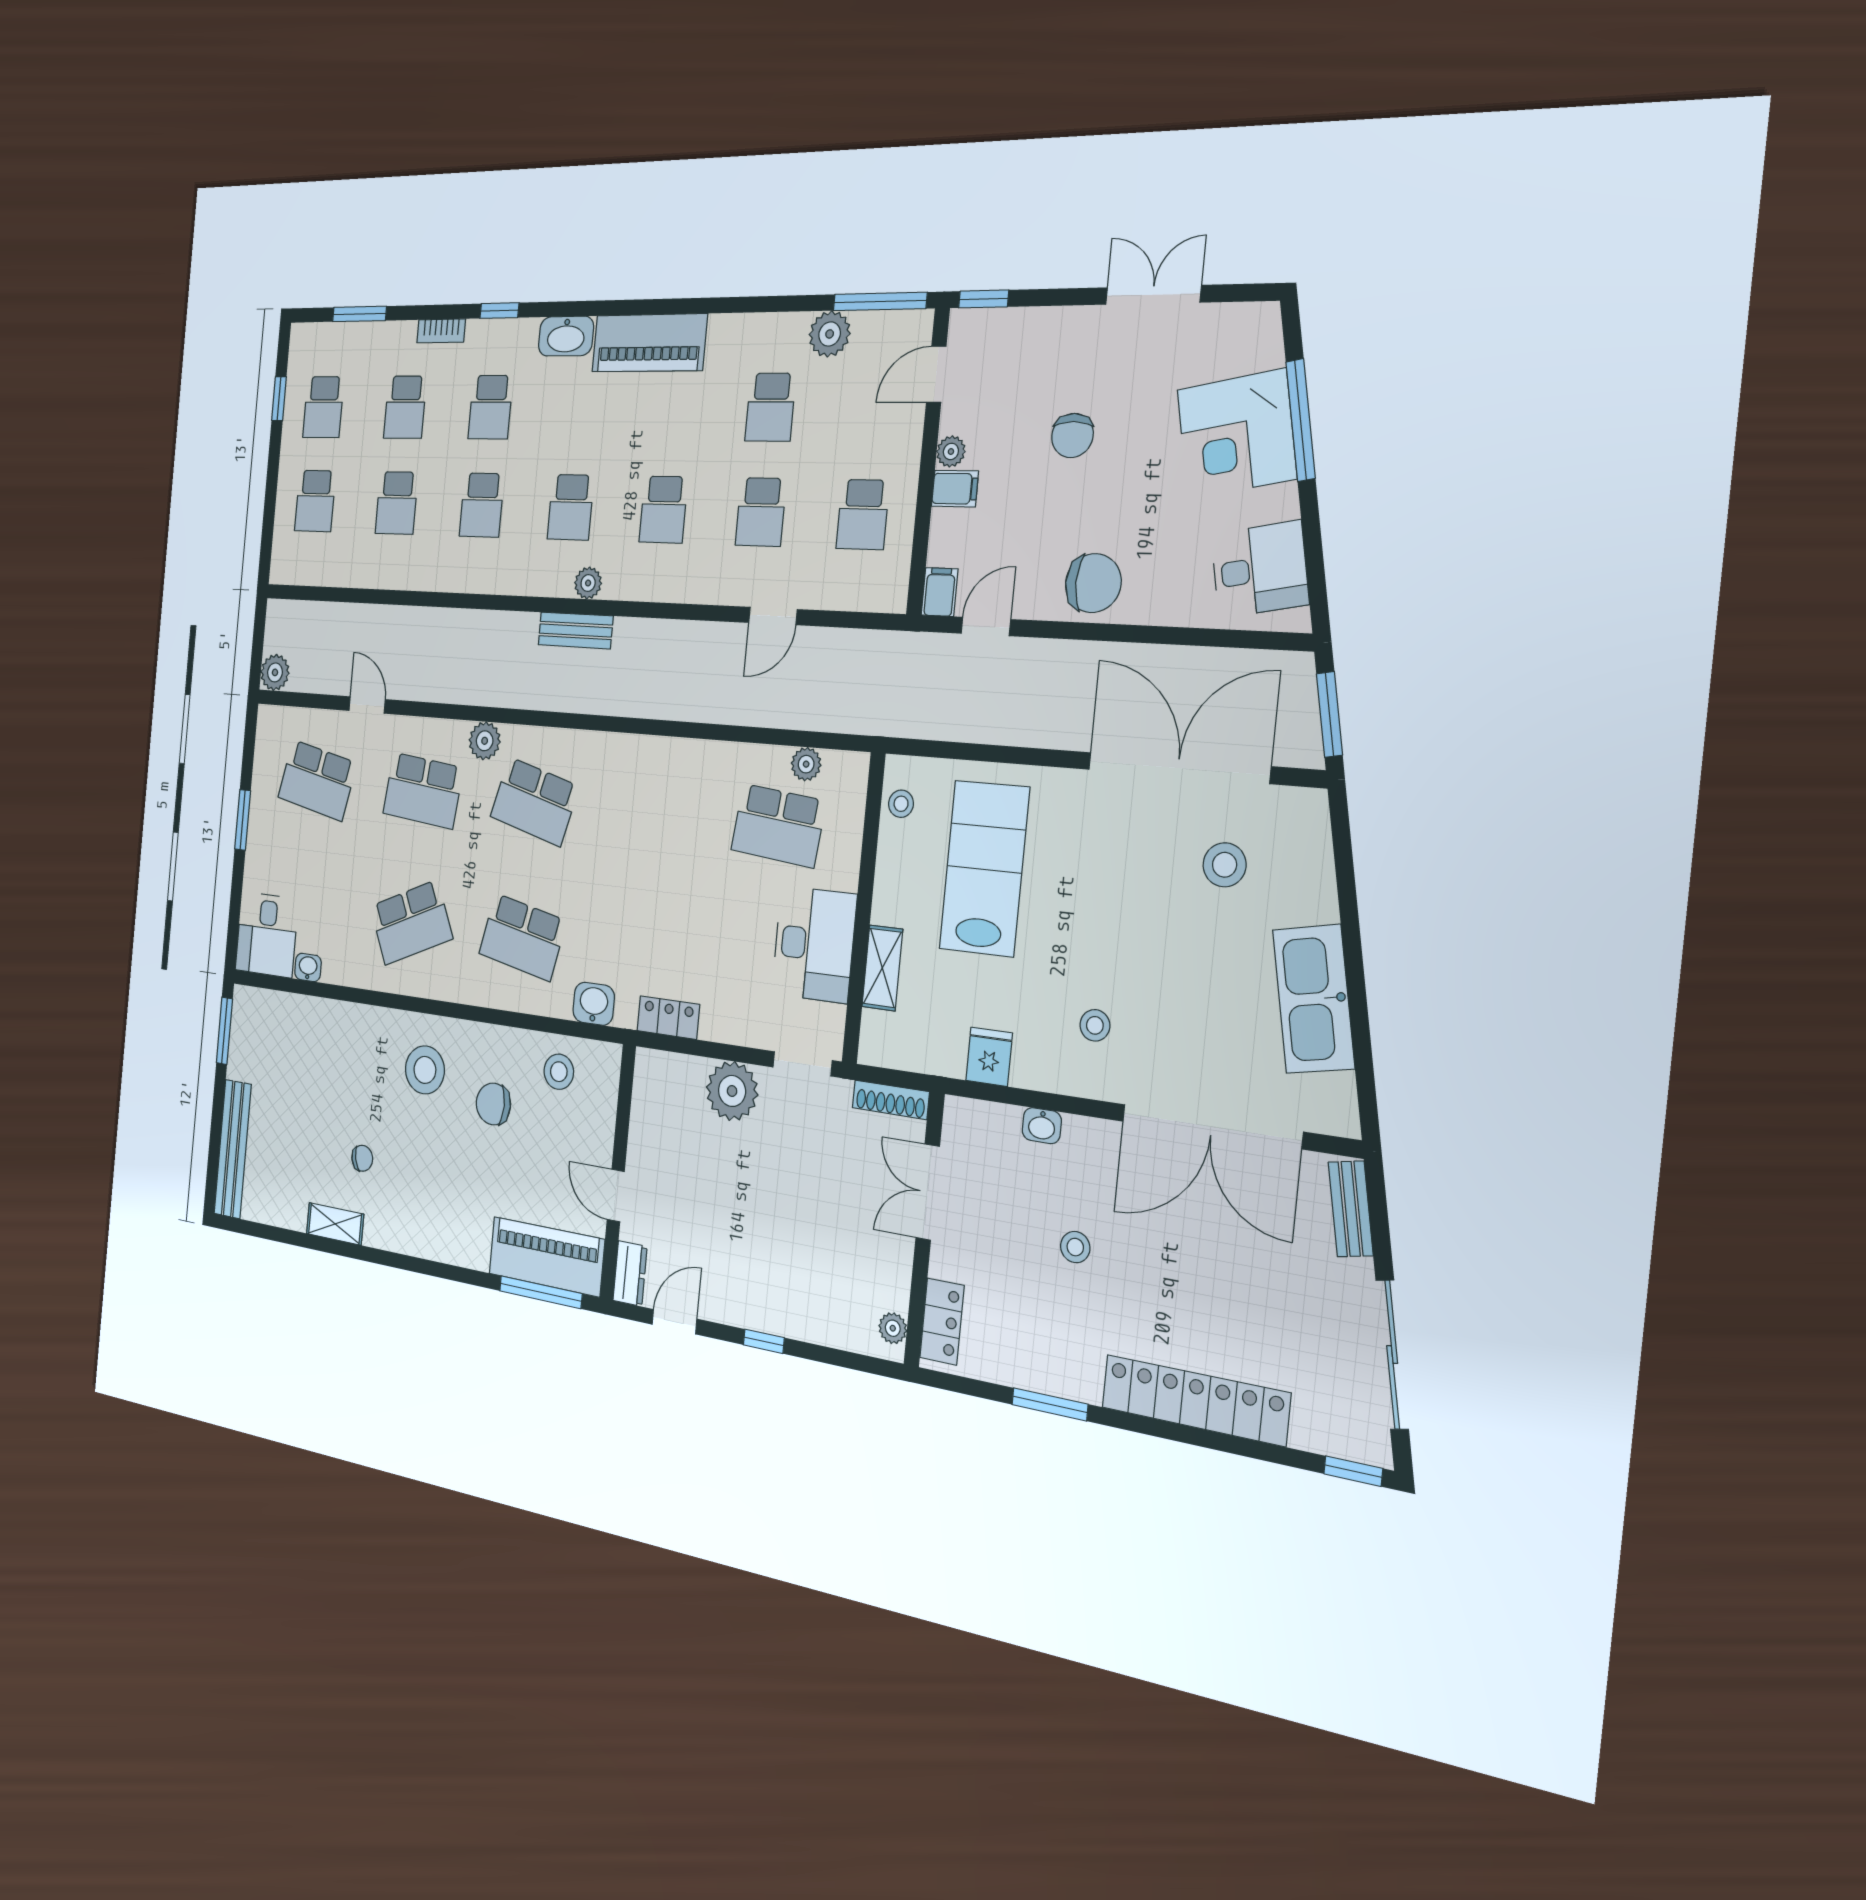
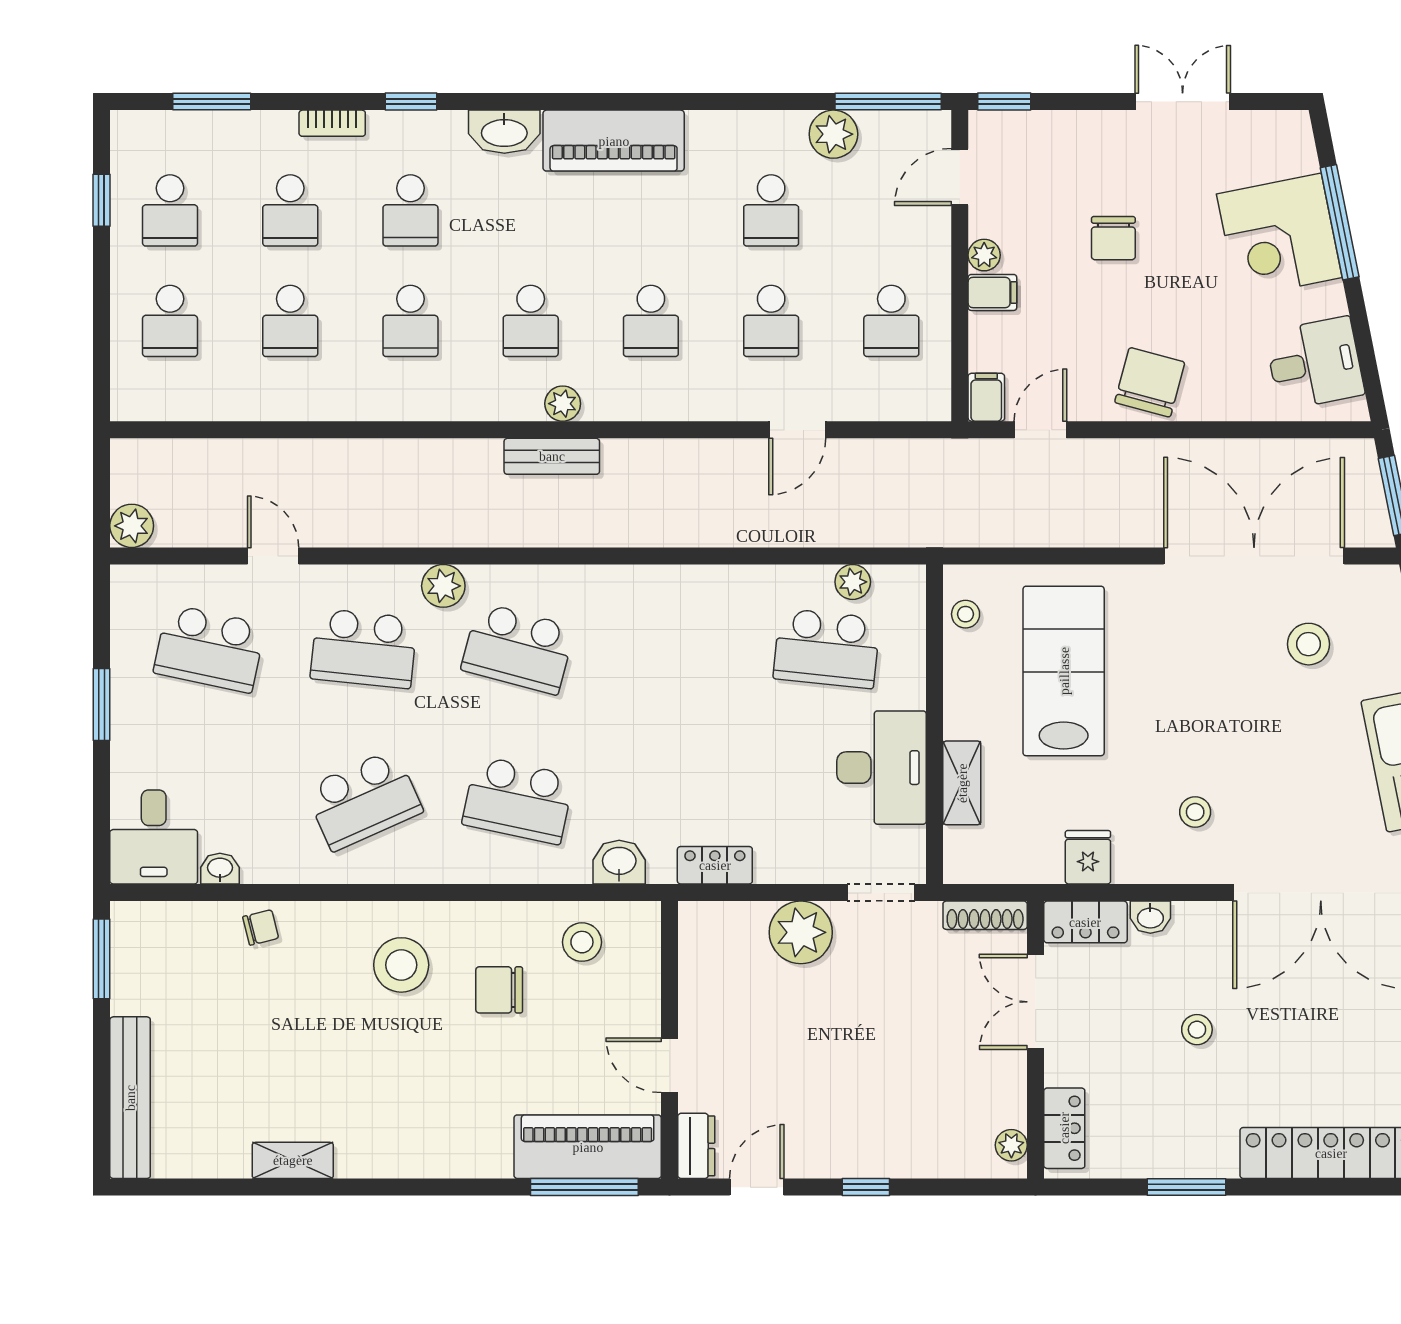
chair: (1093, 583) -> (1150, 382), turned -75
locker: (981, 1121) -> (1085, 922), added
chair: (362, 1158) -> (261, 927), moved

